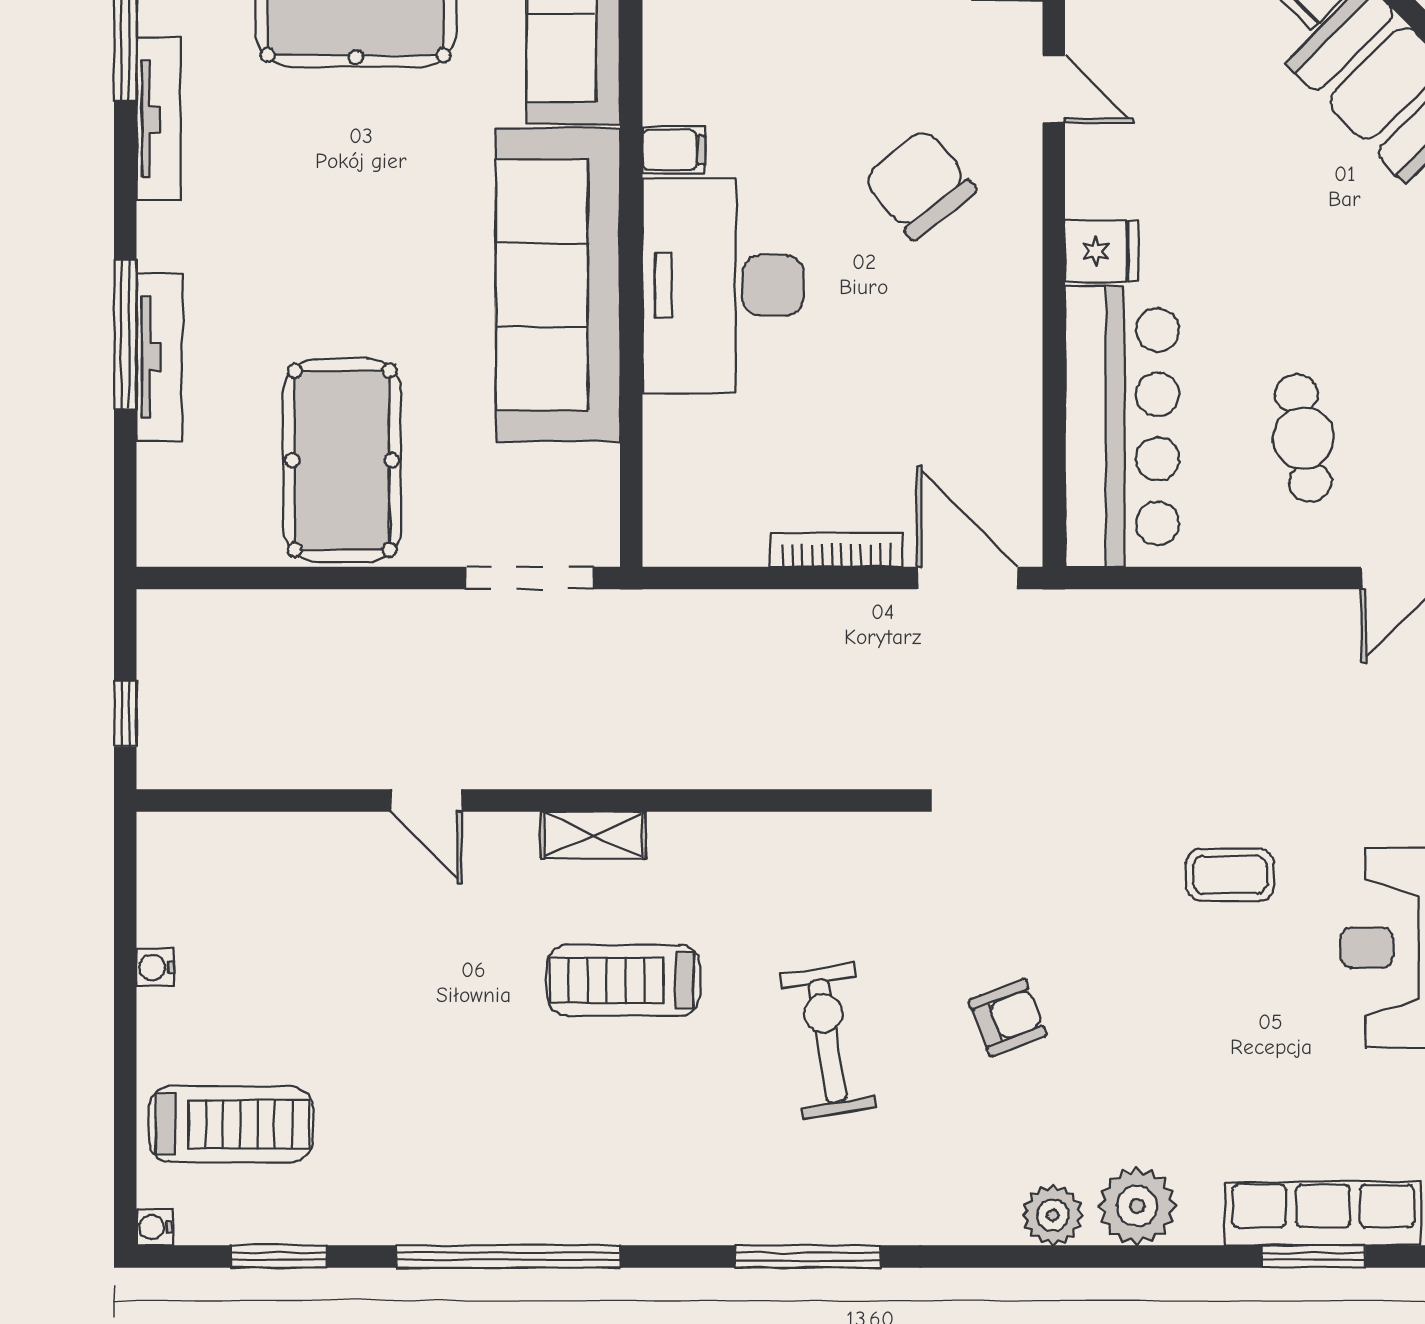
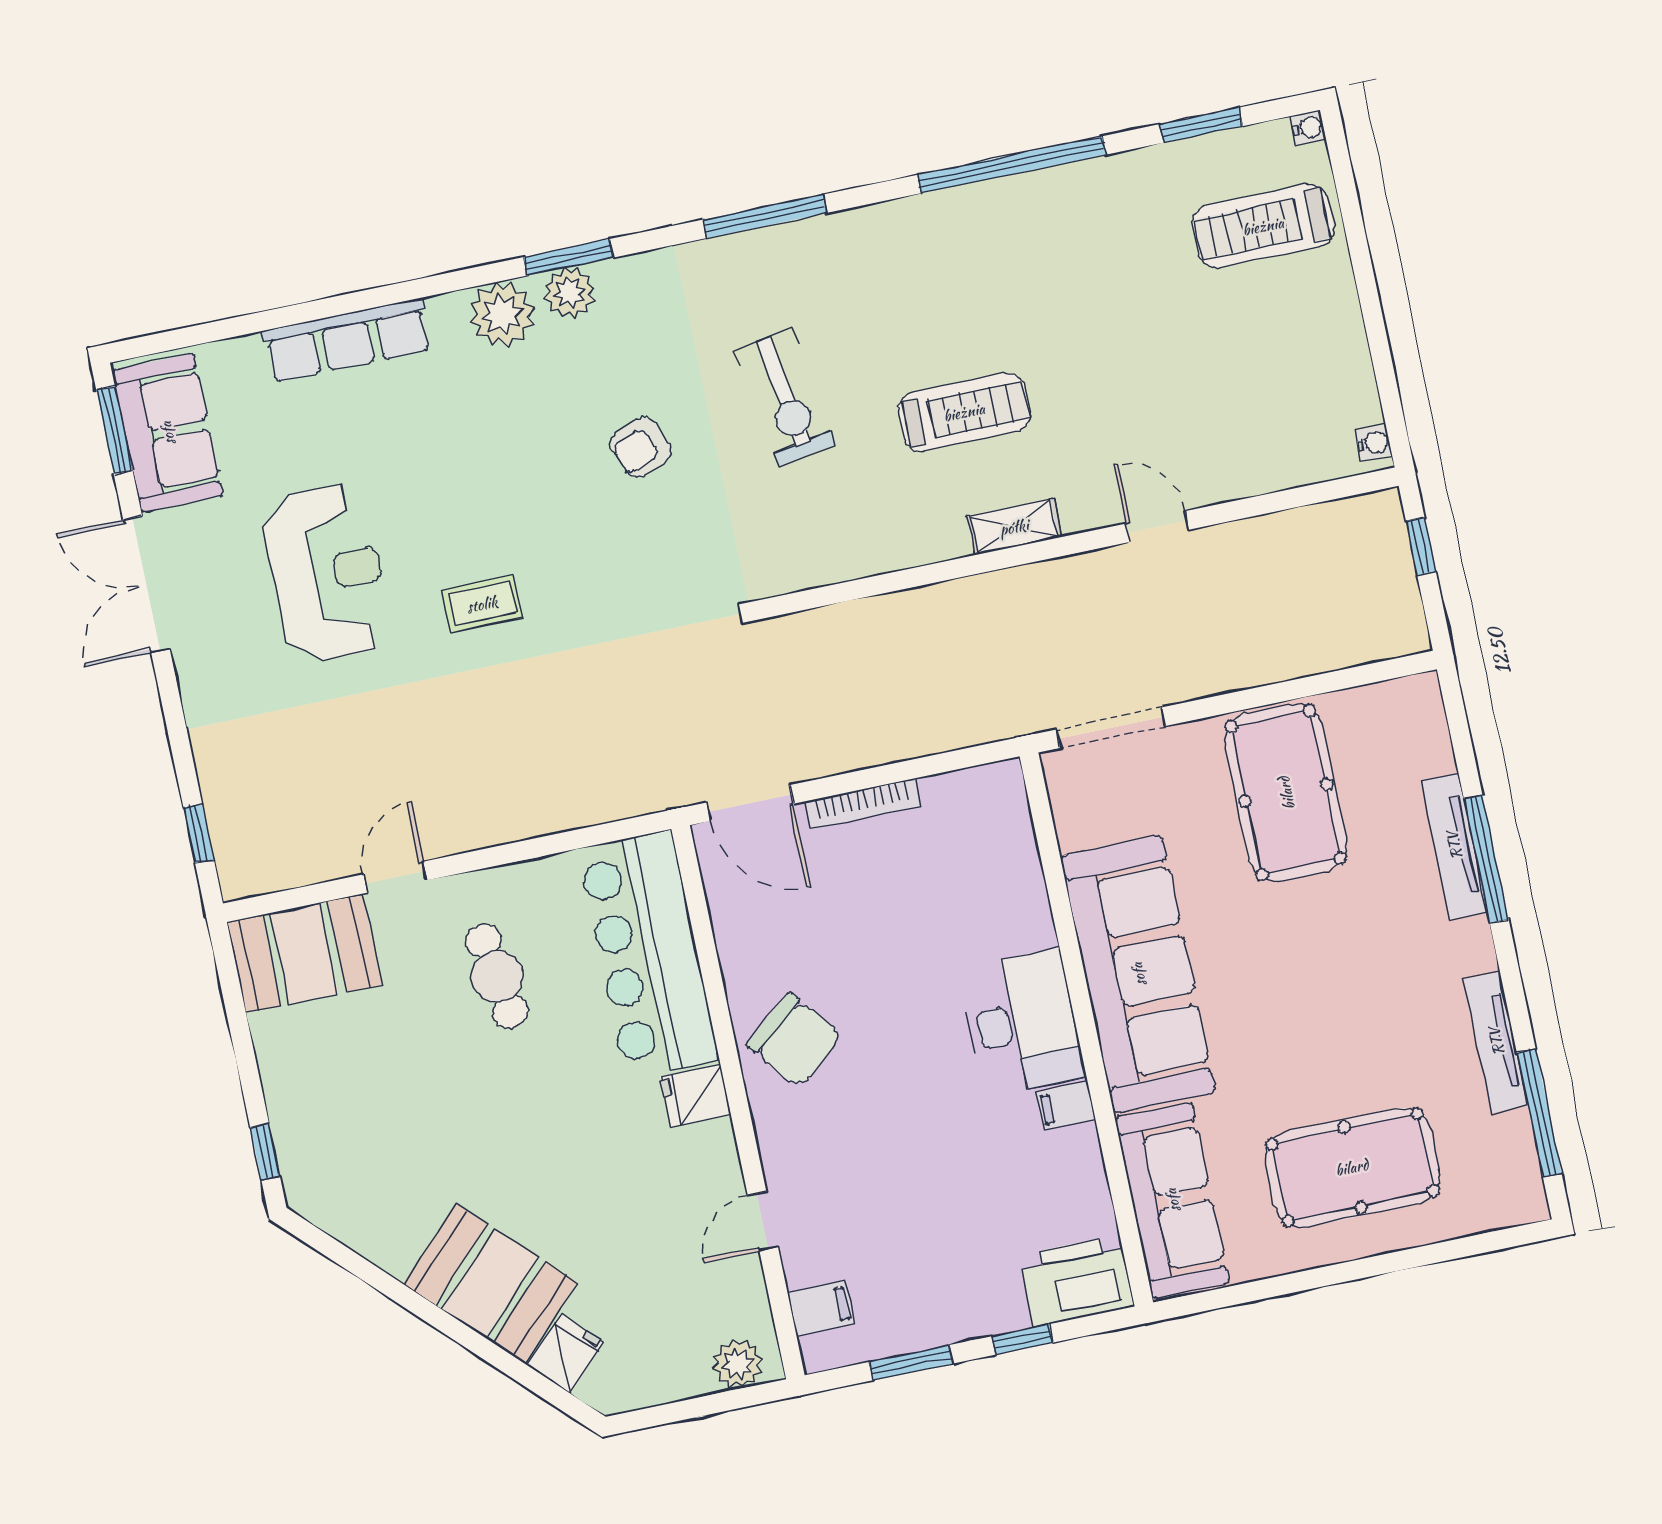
door: (1054, 89) -> (763, 1221), hinge flipped
chair: (920, 184) -> (794, 1040), moved
desk: (723, 285) -> (1022, 1023), width x0.73, depth x0.77
water cooler: (155, 967) -> (1374, 443), moved
window: (1313, 1256) -> (568, 257), moved

